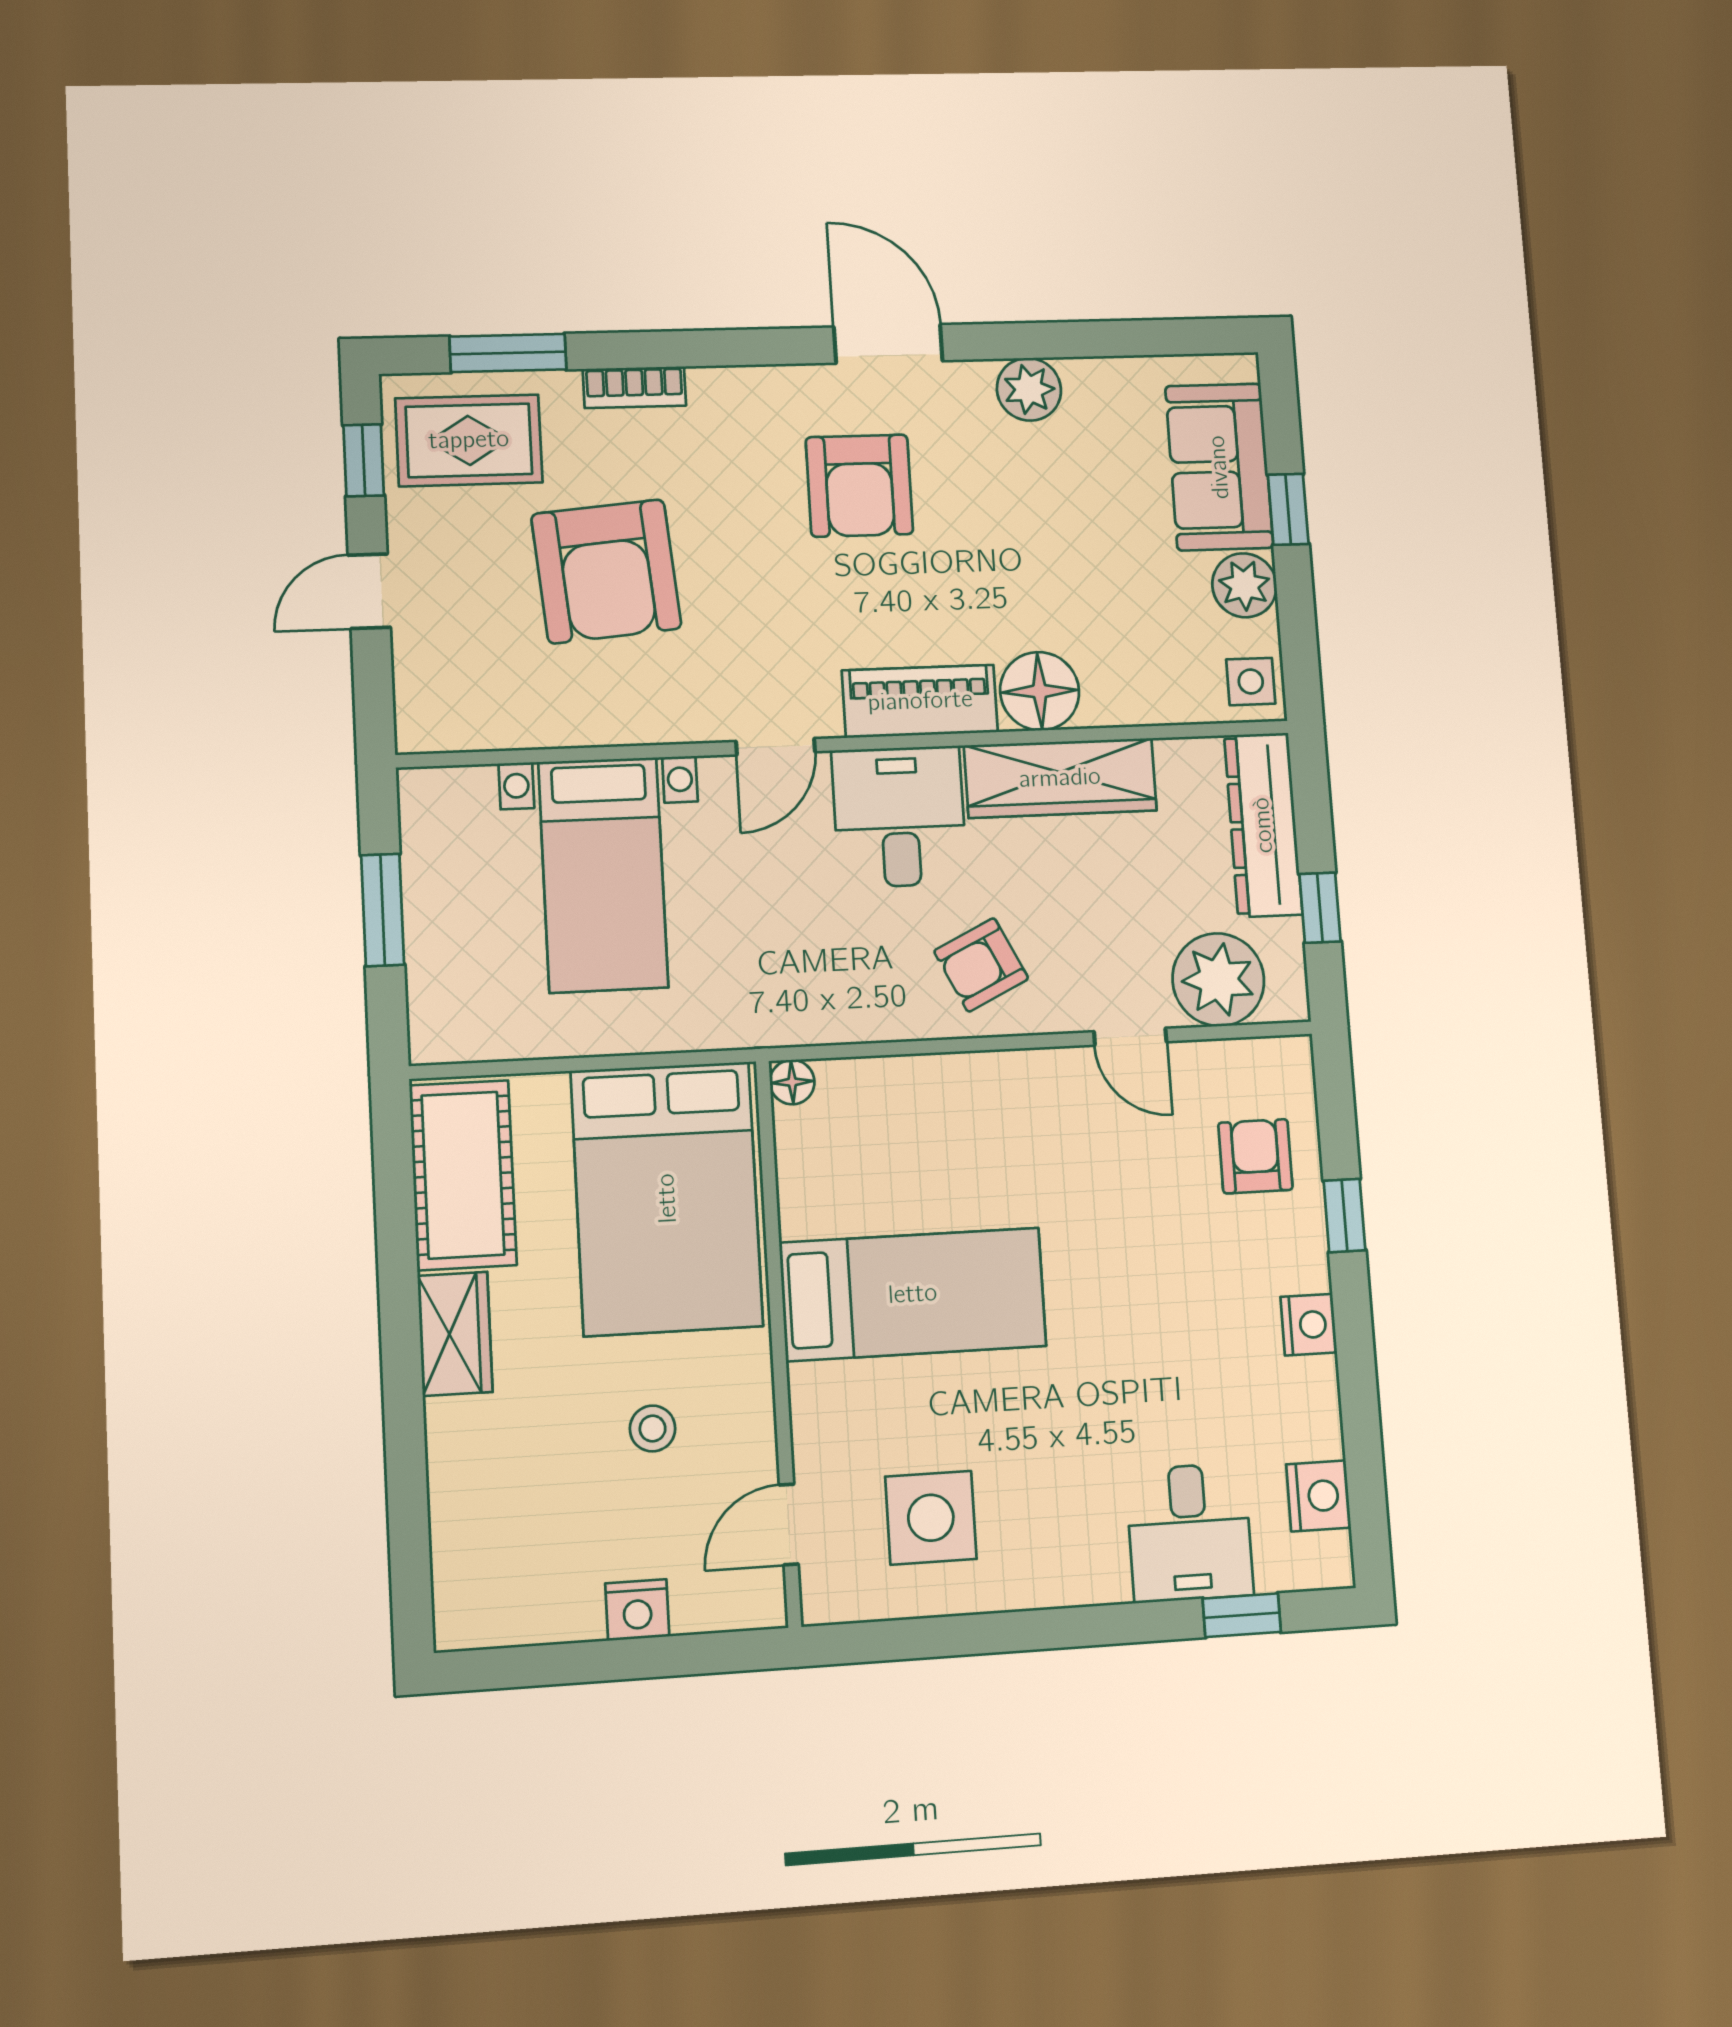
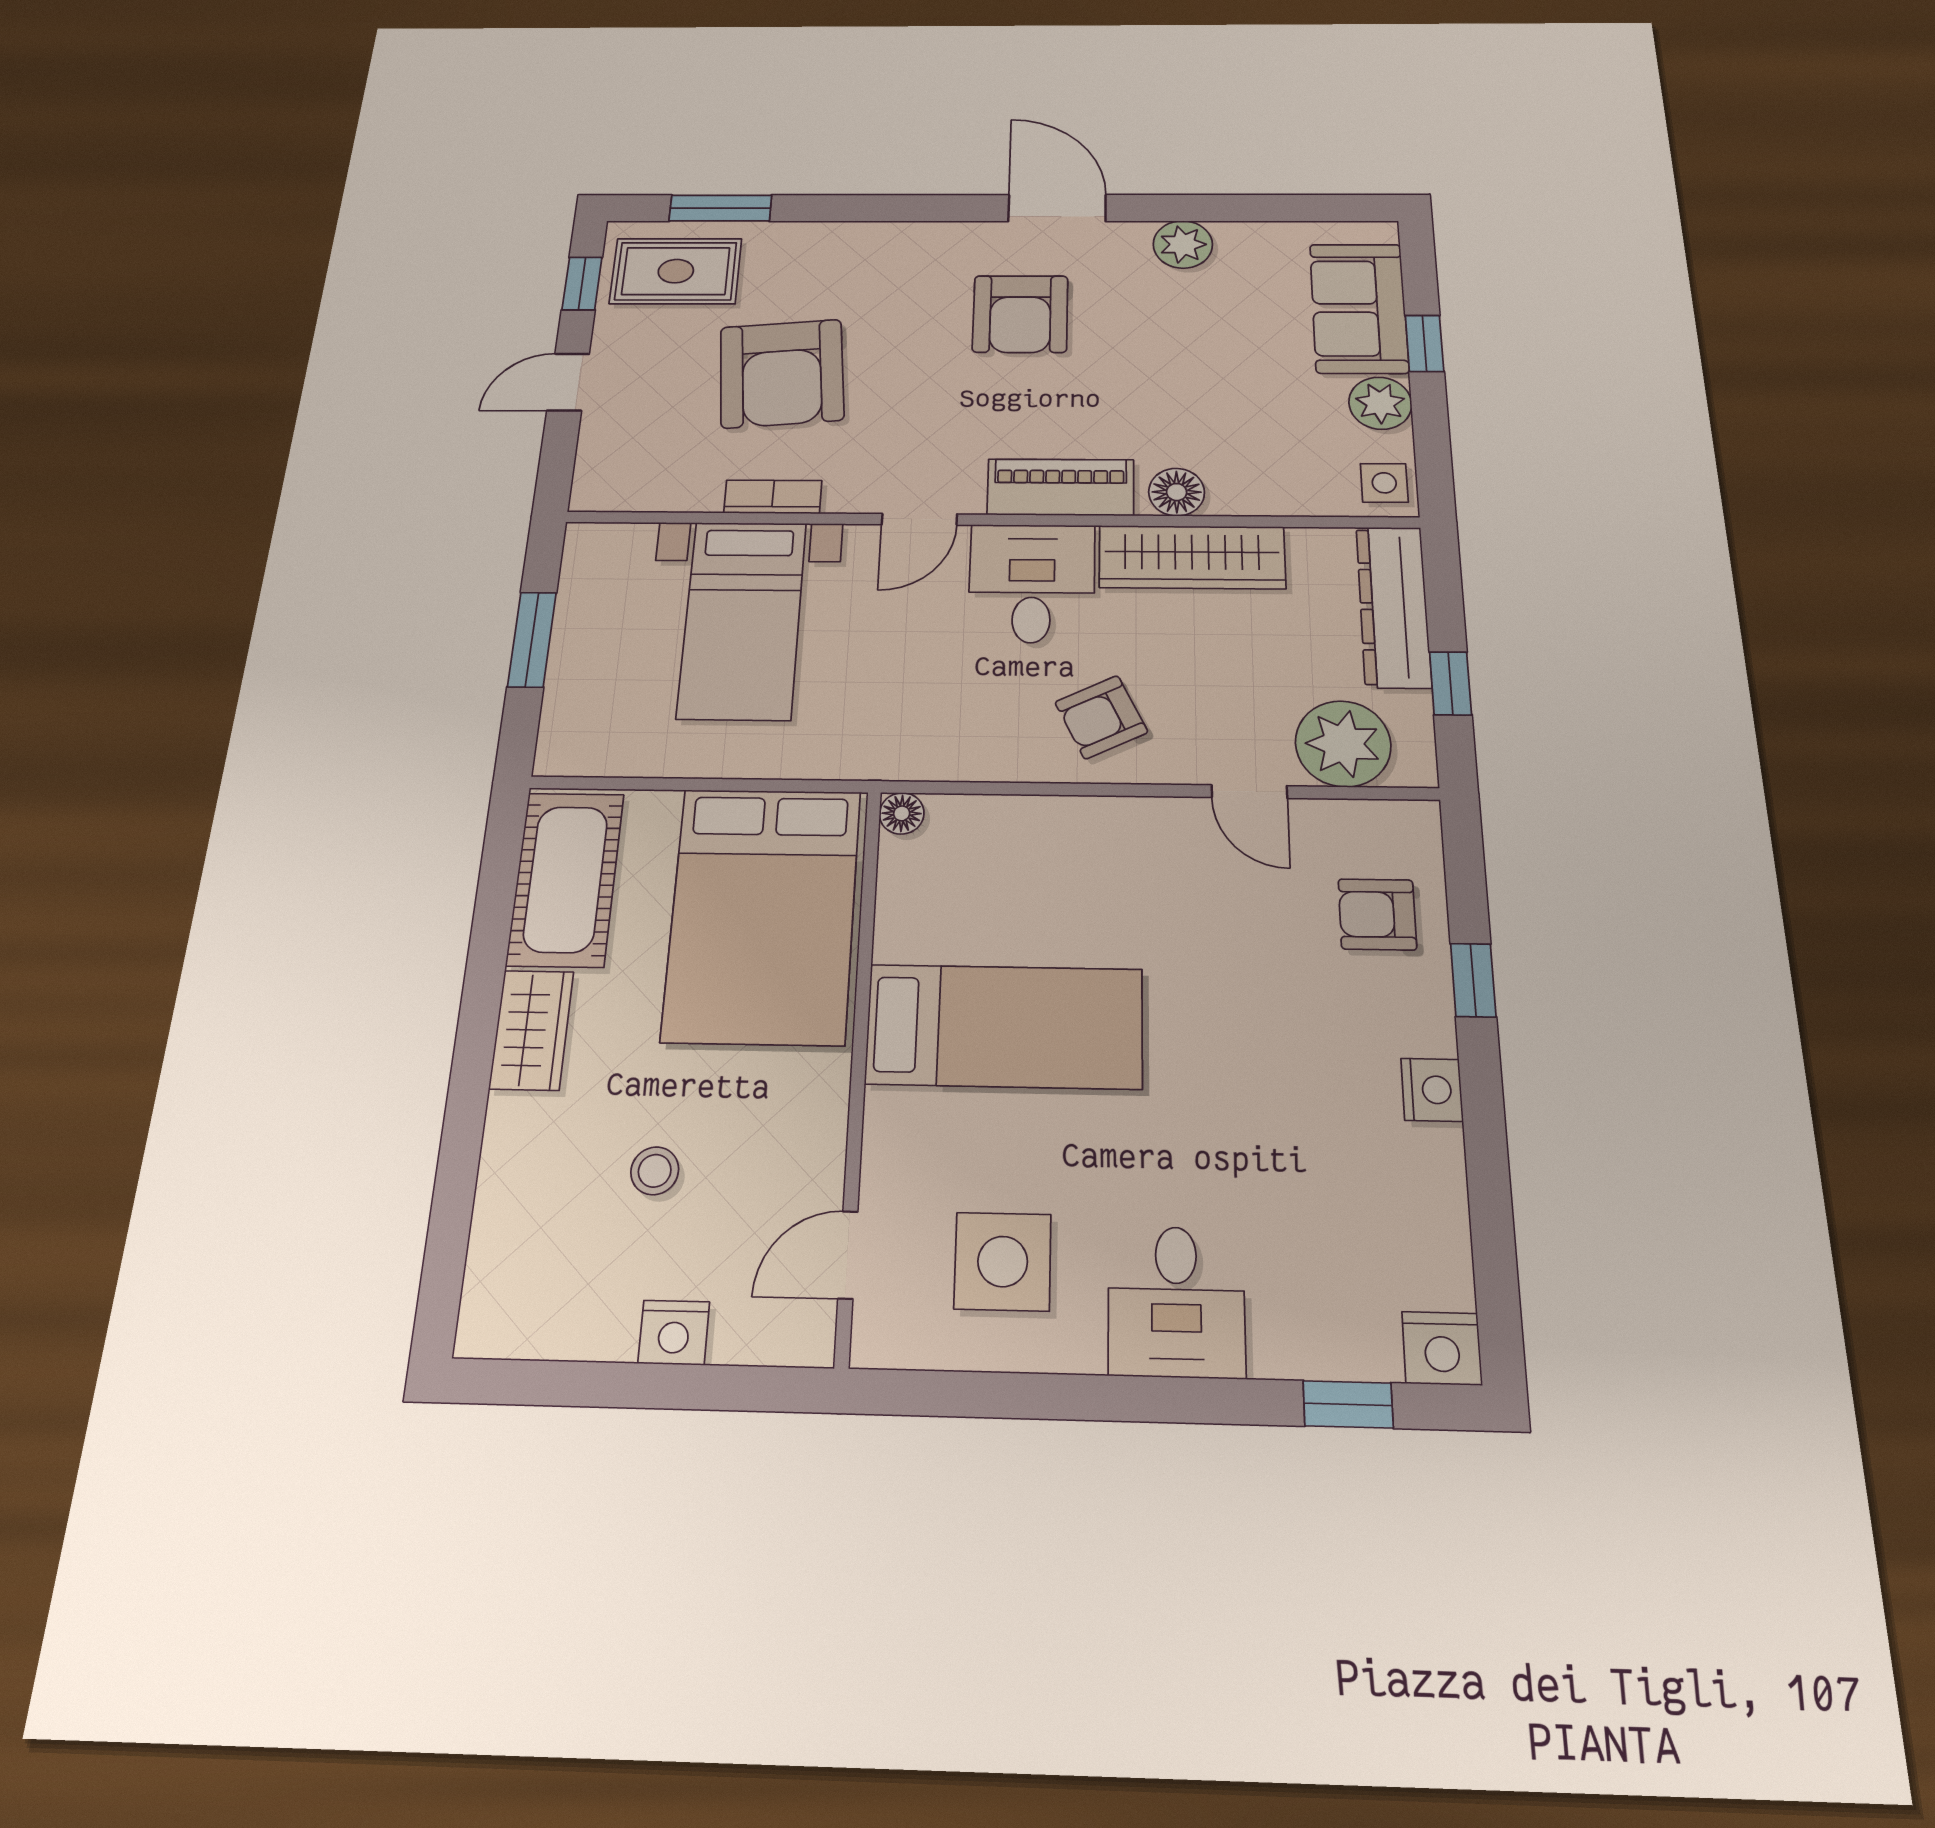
bookcase: (634, 387) -> (773, 497), moved, turned 180
floor lamp: (1040, 691) -> (1177, 492), width x0.73, depth x0.73
armchair: (1255, 1156) -> (1377, 914), turned -90
stool: (653, 1429) -> (655, 1171), moved
nightstand: (1319, 1496) -> (1442, 1348), moved, turned 90
desk: (1189, 1533) -> (1176, 1301), moved

